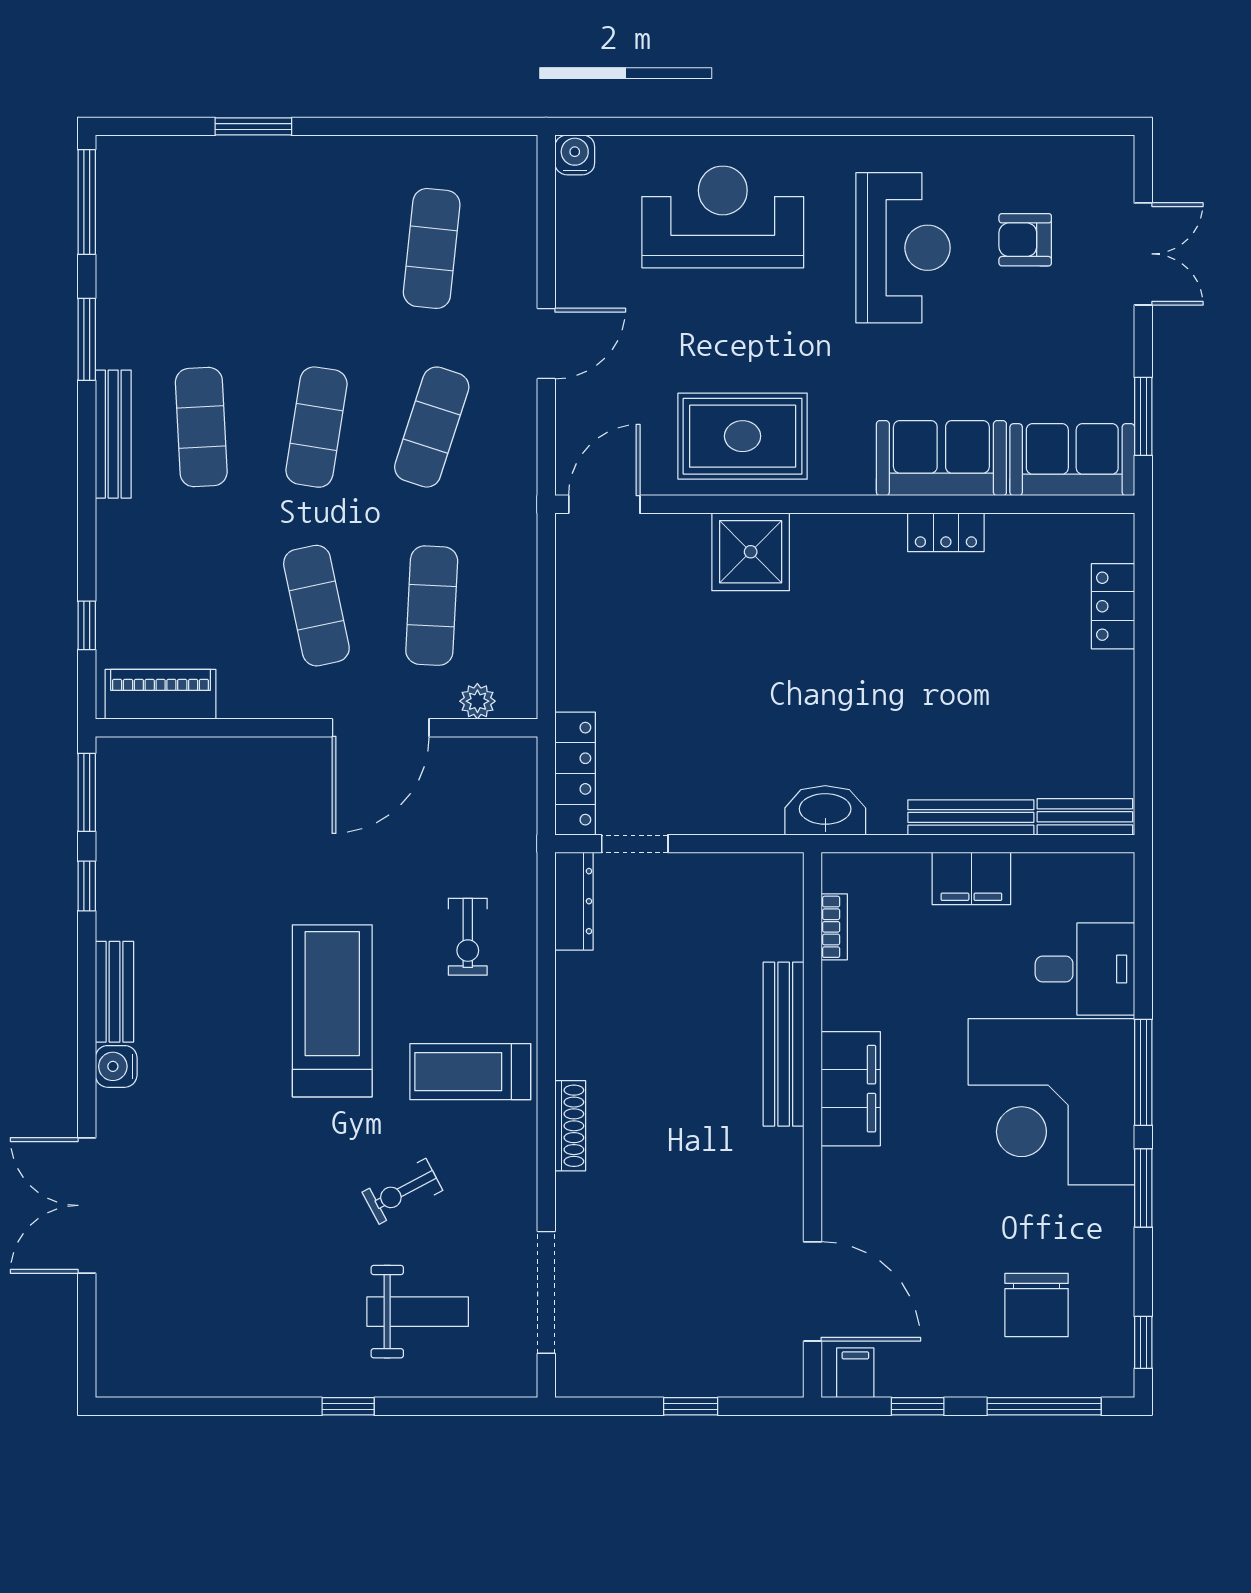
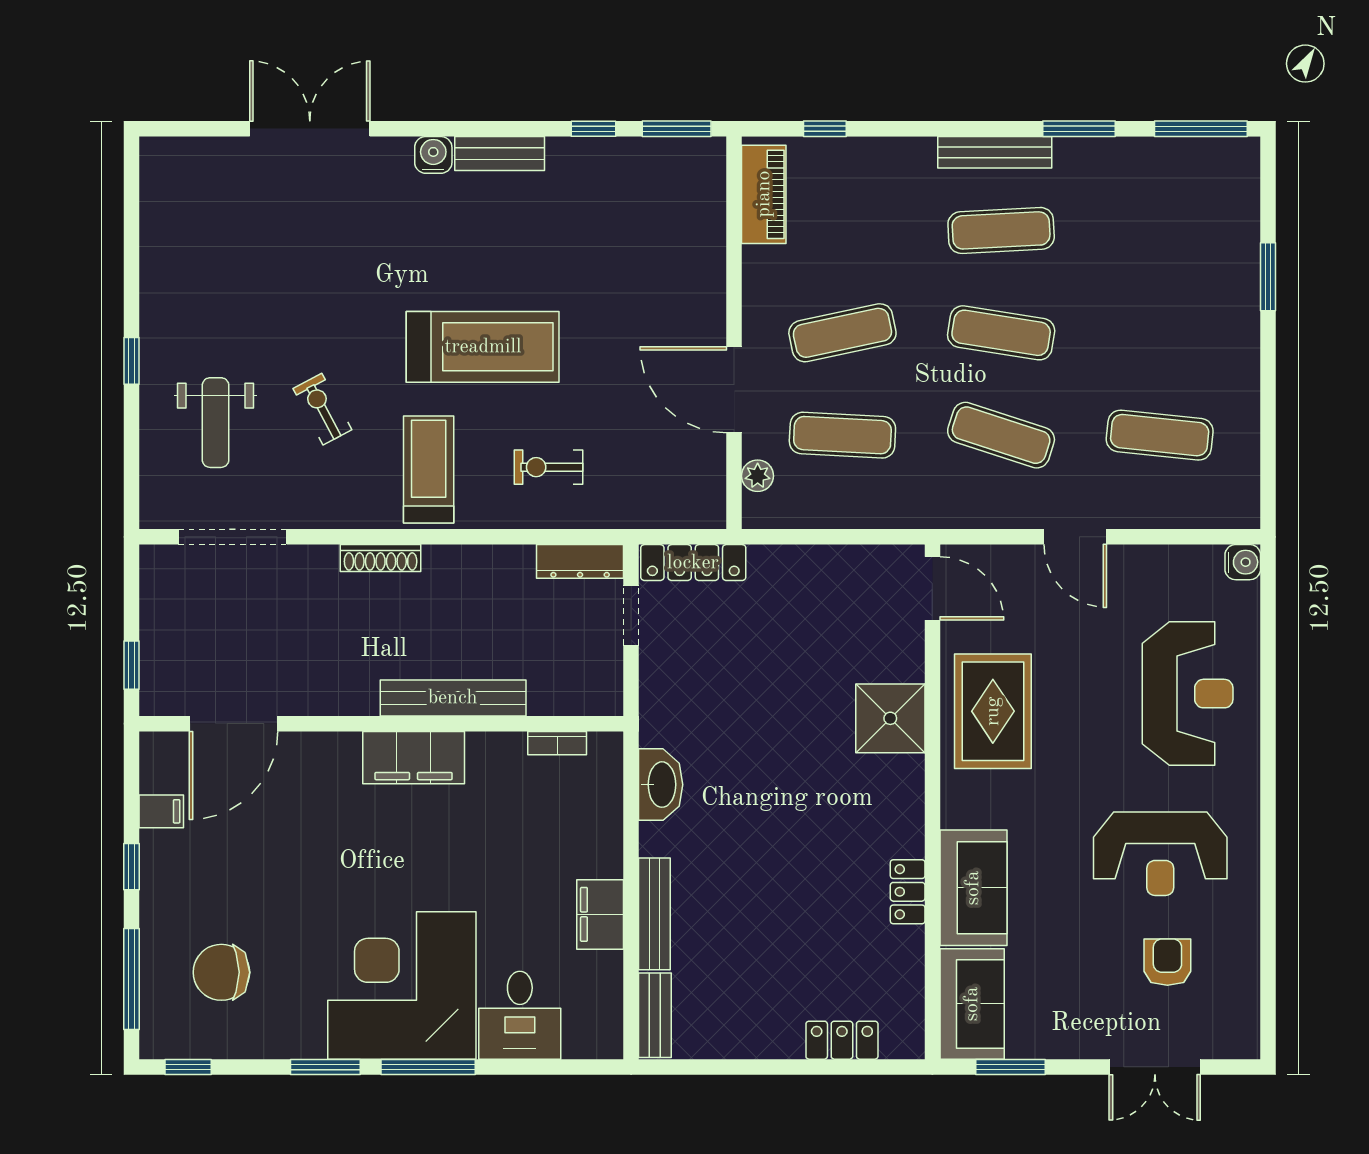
bookcase: (834, 927) -> (557, 743), moved
bench: (784, 1044) -> (453, 698), moved
filing cabinet: (851, 1089) -> (414, 758), moved
wall: (813, 1125) -> (381, 724), moved
door: (813, 1291) -> (233, 724), moved

